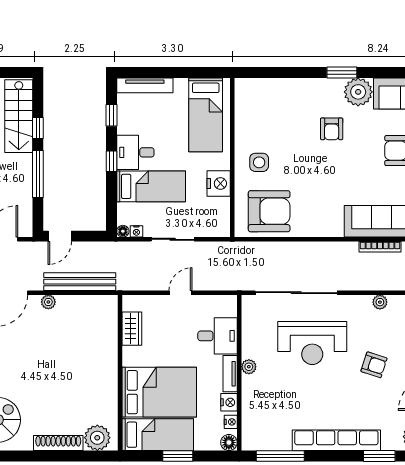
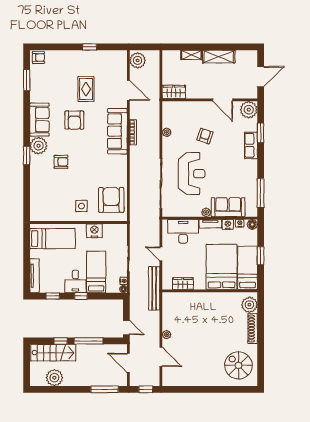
bench: (80, 282) -> (154, 288), moved
desk: (218, 336) -> (183, 231), width x1.37
sofa: (257, 403) -> (228, 207), added
row of seats: (336, 440) -> (251, 145), width x0.50

